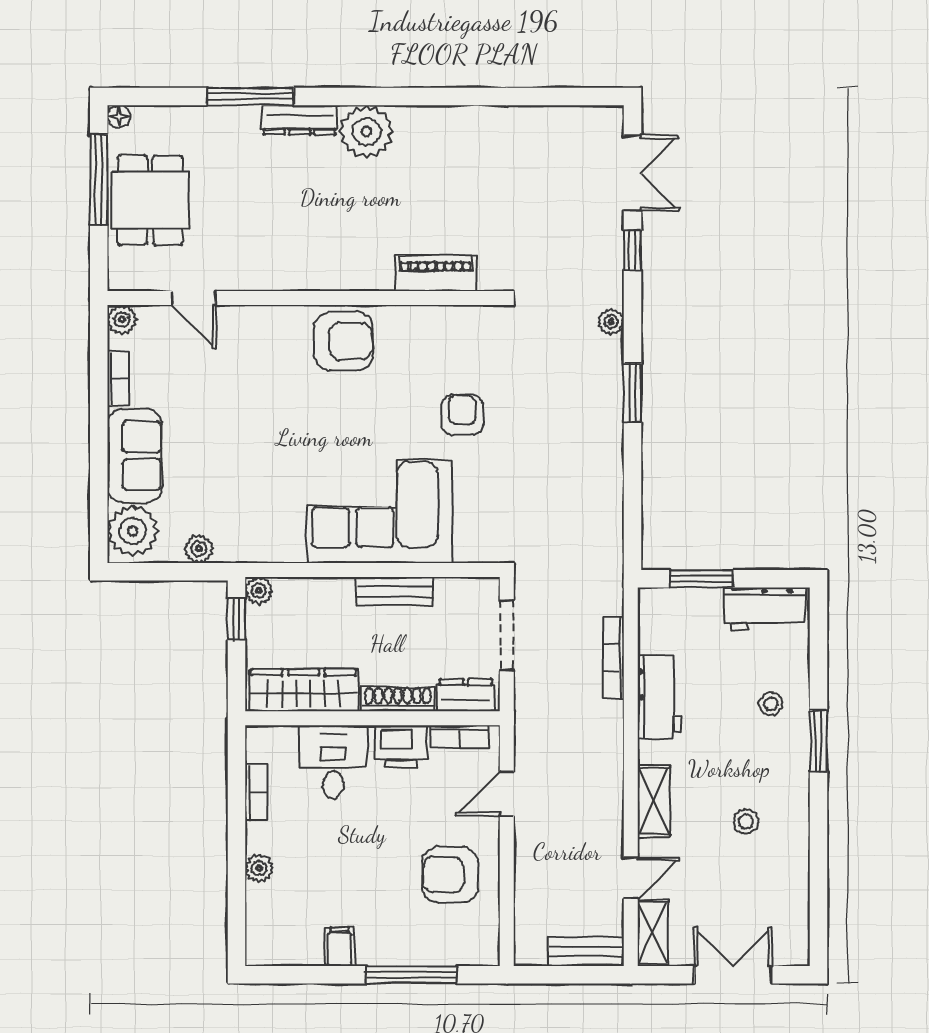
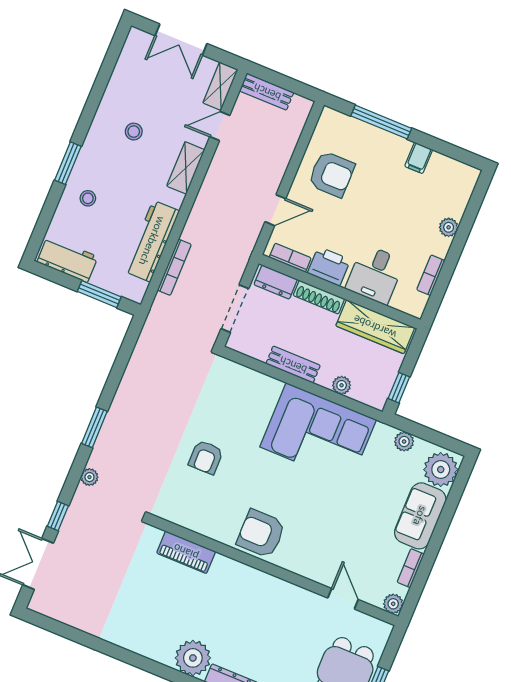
corner sofa: (380, 511) -> (318, 433), moved
plant: (259, 591) -> (342, 385), moved
workbench: (659, 697) -> (152, 241), width x1.37

